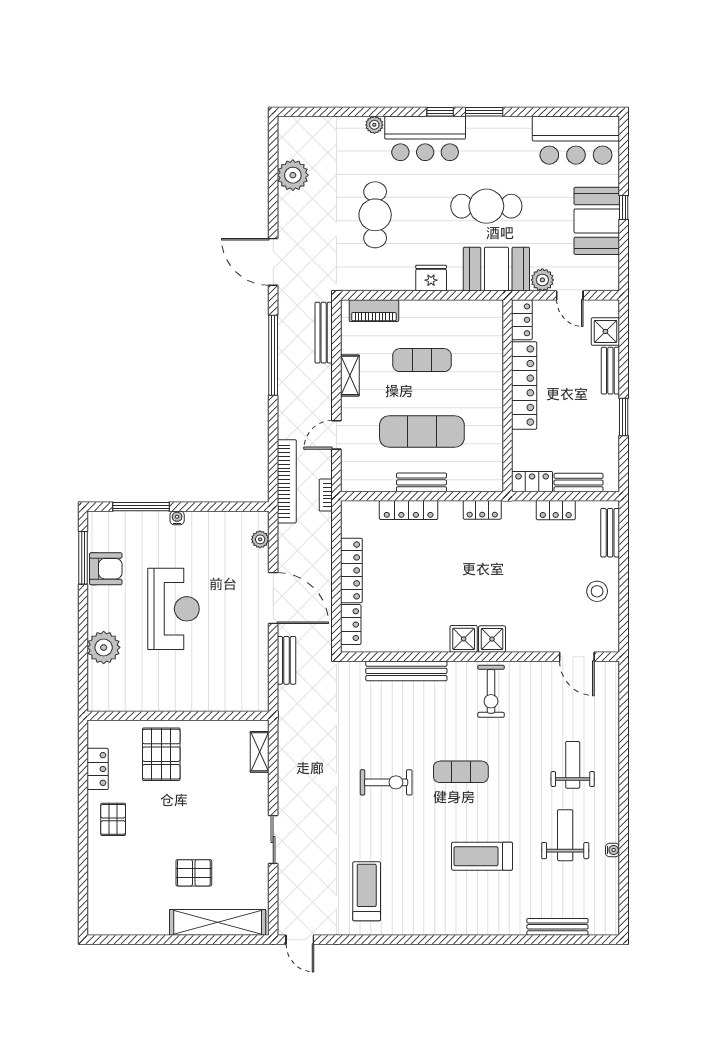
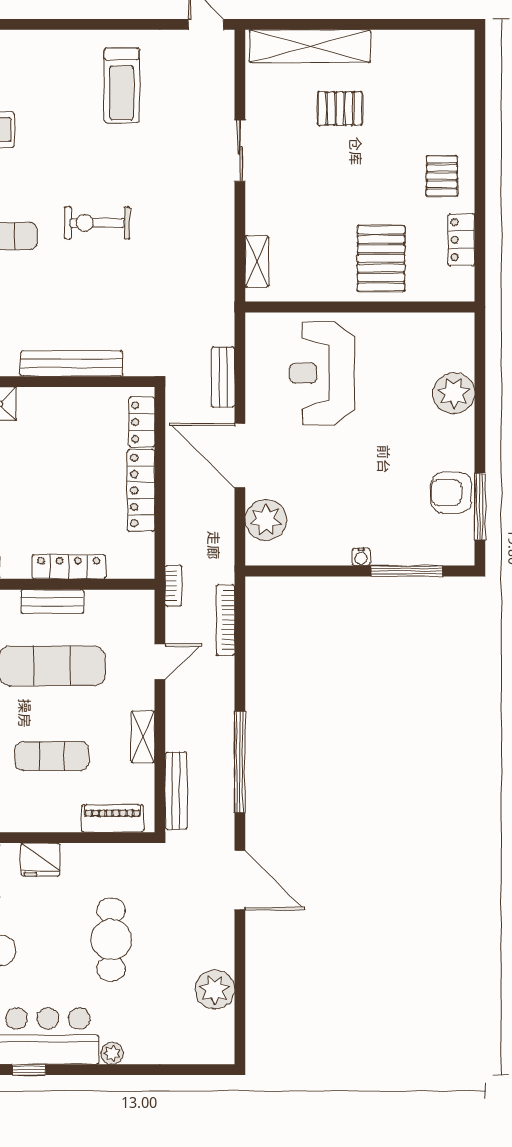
bookcase: (287, 481) -> (225, 620), width x0.68, depth x0.76
plant: (260, 539) -> (266, 520), width x1.87, depth x1.87
reception desk: (173, 609) -> (322, 373), moved

